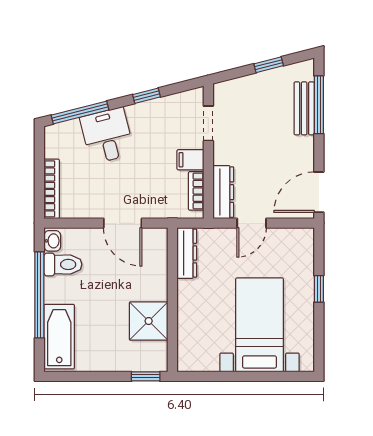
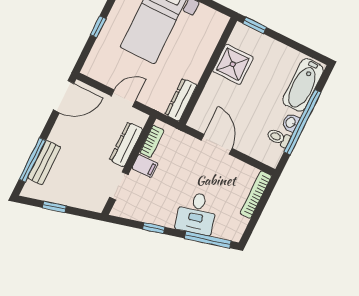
dresser: (223, 192) -> (126, 144), moved
washbasin: (52, 241) -> (291, 123), moved
toilet: (63, 264) -> (278, 138), width x0.73, depth x0.72

